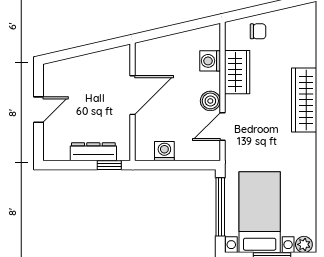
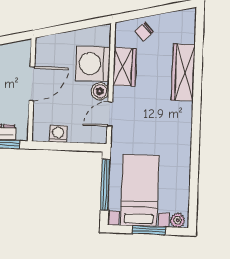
chair: (258, 31) -> (144, 32), turned 136
washing machine: (210, 61) -> (93, 64), width x1.89, depth x1.89
wardrobe: (304, 100) -> (183, 72), moved

